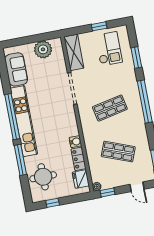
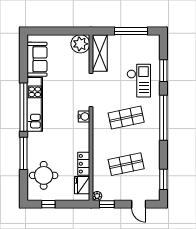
window: (99, 26) -> (131, 31), width x2.17
plant: (43, 49) -> (80, 44), moved
checkout: (109, 49) -> (139, 81), moved
kitchen unit: (24, 121) -> (35, 104), width x0.73
water cooler: (75, 142) -> (84, 116), moved
shop shelf: (118, 152) -> (126, 164), turned -33

